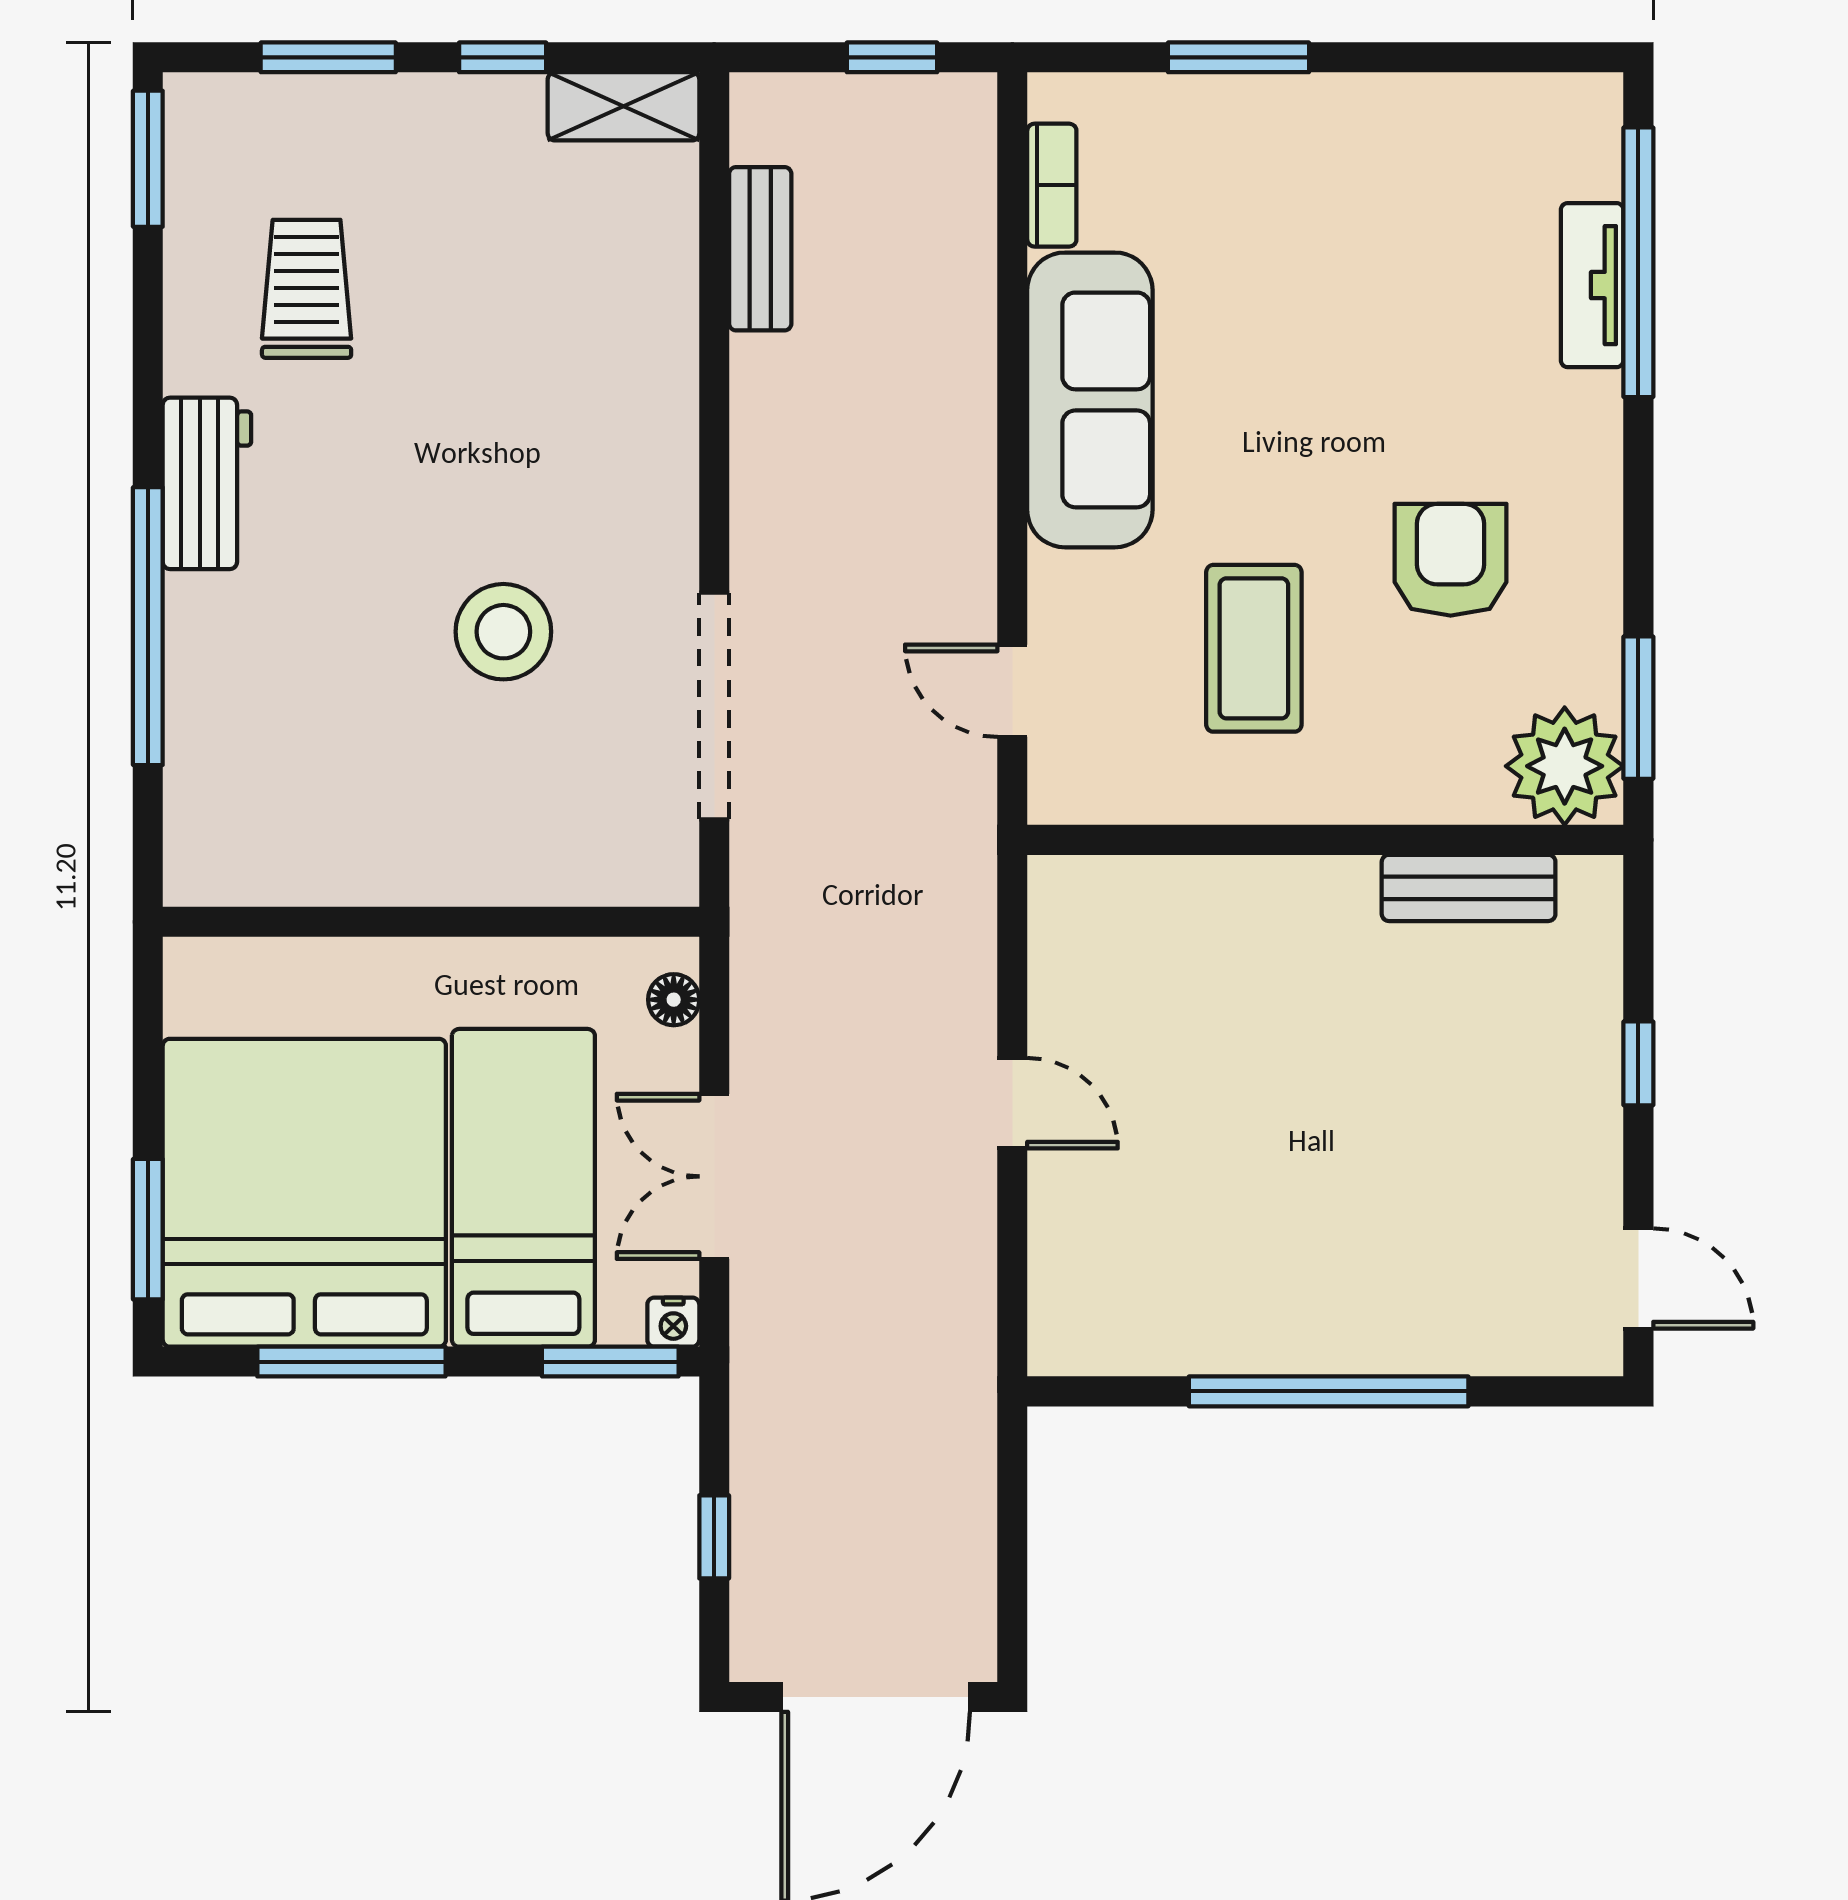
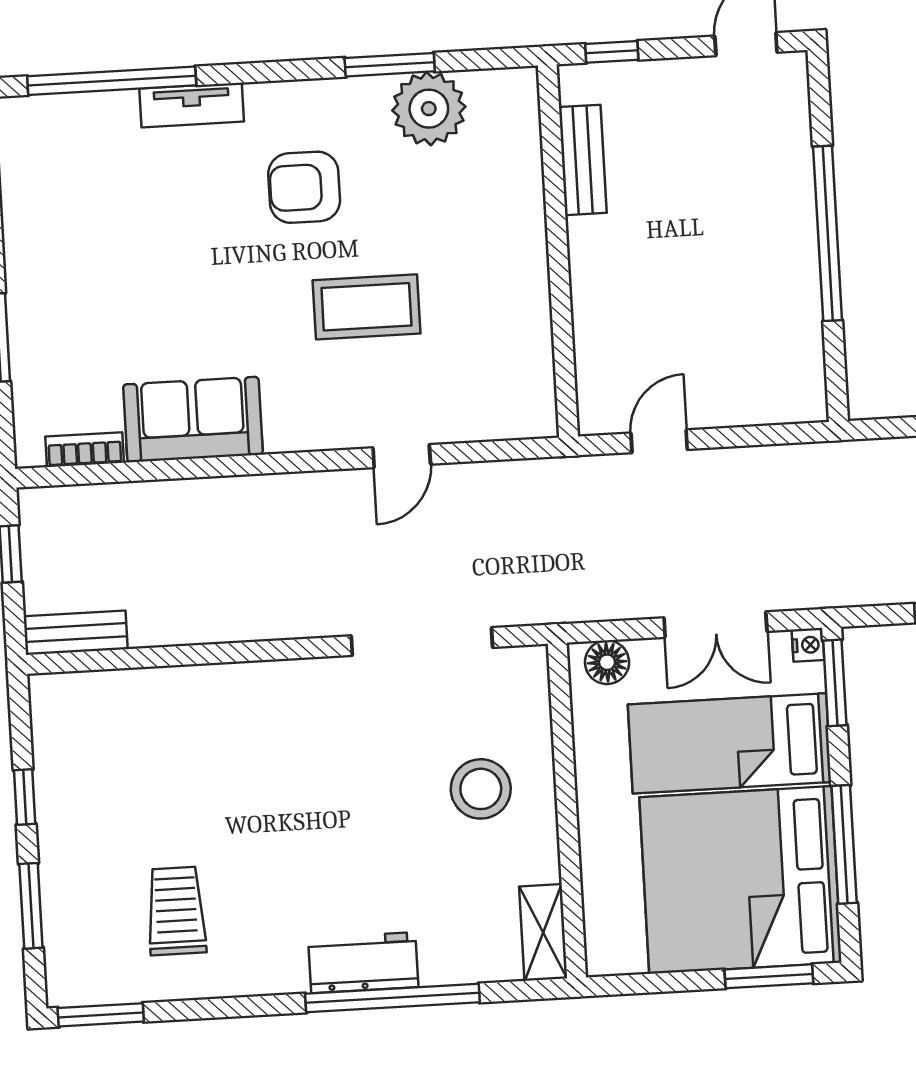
shelving: (624, 106) -> (543, 933), moved
bench: (760, 249) -> (76, 633), moved
tv unit: (1592, 285) -> (192, 105), moved
trolley: (307, 289) -> (176, 911), turned 90
sofa: (1090, 400) -> (193, 420), width x0.73
workbench: (207, 483) -> (363, 963), moved
stool: (503, 632) -> (481, 789), moved
wall: (1325, 840) -> (558, 251), moved
bench: (1469, 888) -> (583, 160), moved
floor lamp: (674, 1000) -> (607, 662), width x1.37, depth x1.37

